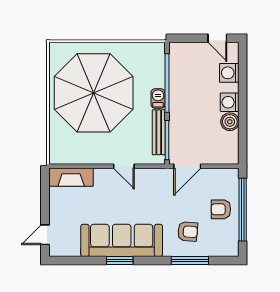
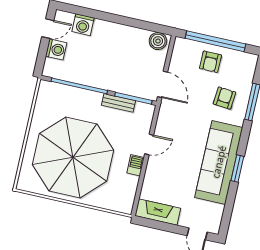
barbecue: (158, 99) -> (136, 165), moved, turned 90
washing machine: (230, 102) -> (56, 49), moved, turned -90
boiler: (230, 122) -> (158, 41), moved
bench: (159, 132) -> (119, 103), width x0.73
fireplace: (71, 177) -> (158, 212), moved, turned -90

